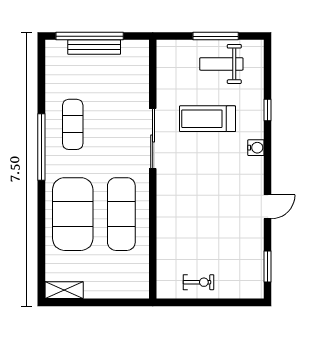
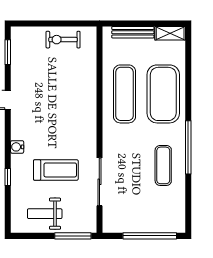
window: (216, 36) -> (73, 236), moved
bench: (94, 47) -> (133, 32), moved
weight bench: (221, 64) -> (45, 214), turned 180
sliding door: (153, 139) -> (99, 182), moved
exercise bike: (198, 282) -> (63, 40), width x1.38, depth x1.39

